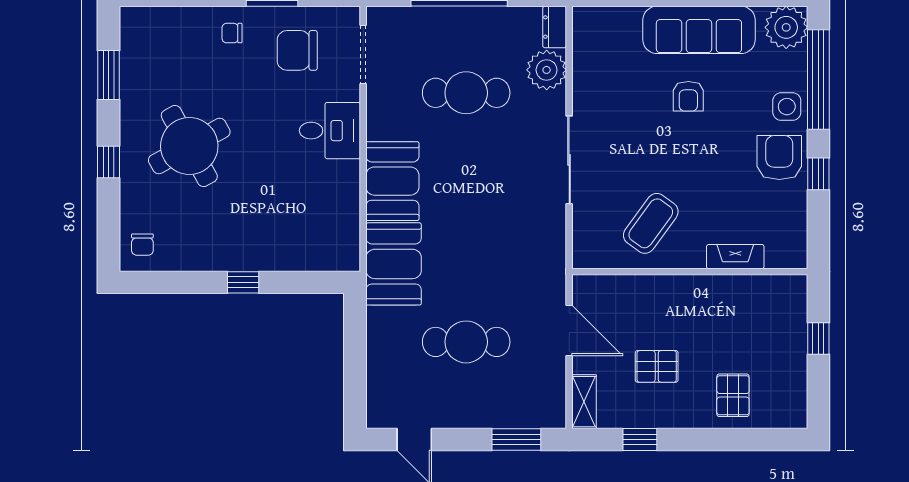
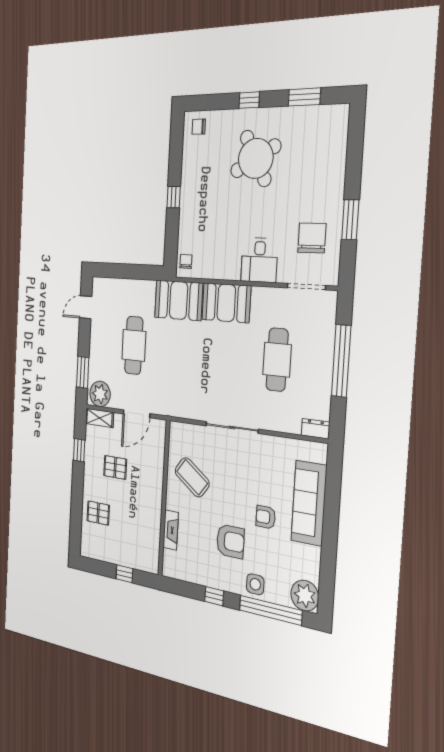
sofa: (699, 30) -> (309, 503), moved
chair: (232, 33) -> (186, 261), moved
plant: (547, 70) -> (100, 394), moved
armchair: (779, 158) -> (230, 541), moved
pallet: (657, 366) -> (115, 467), turned 90

